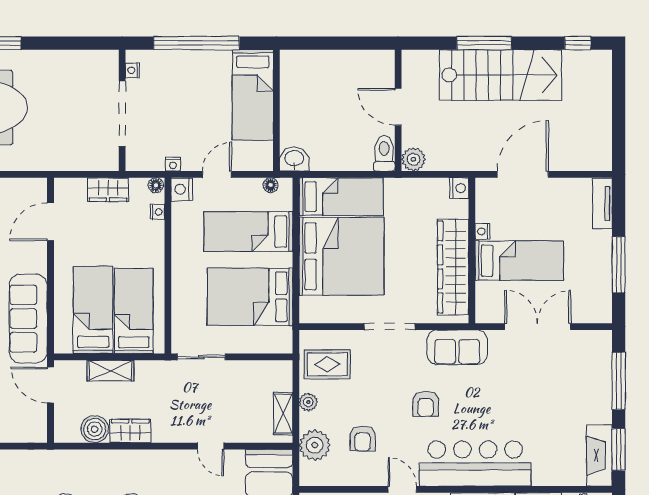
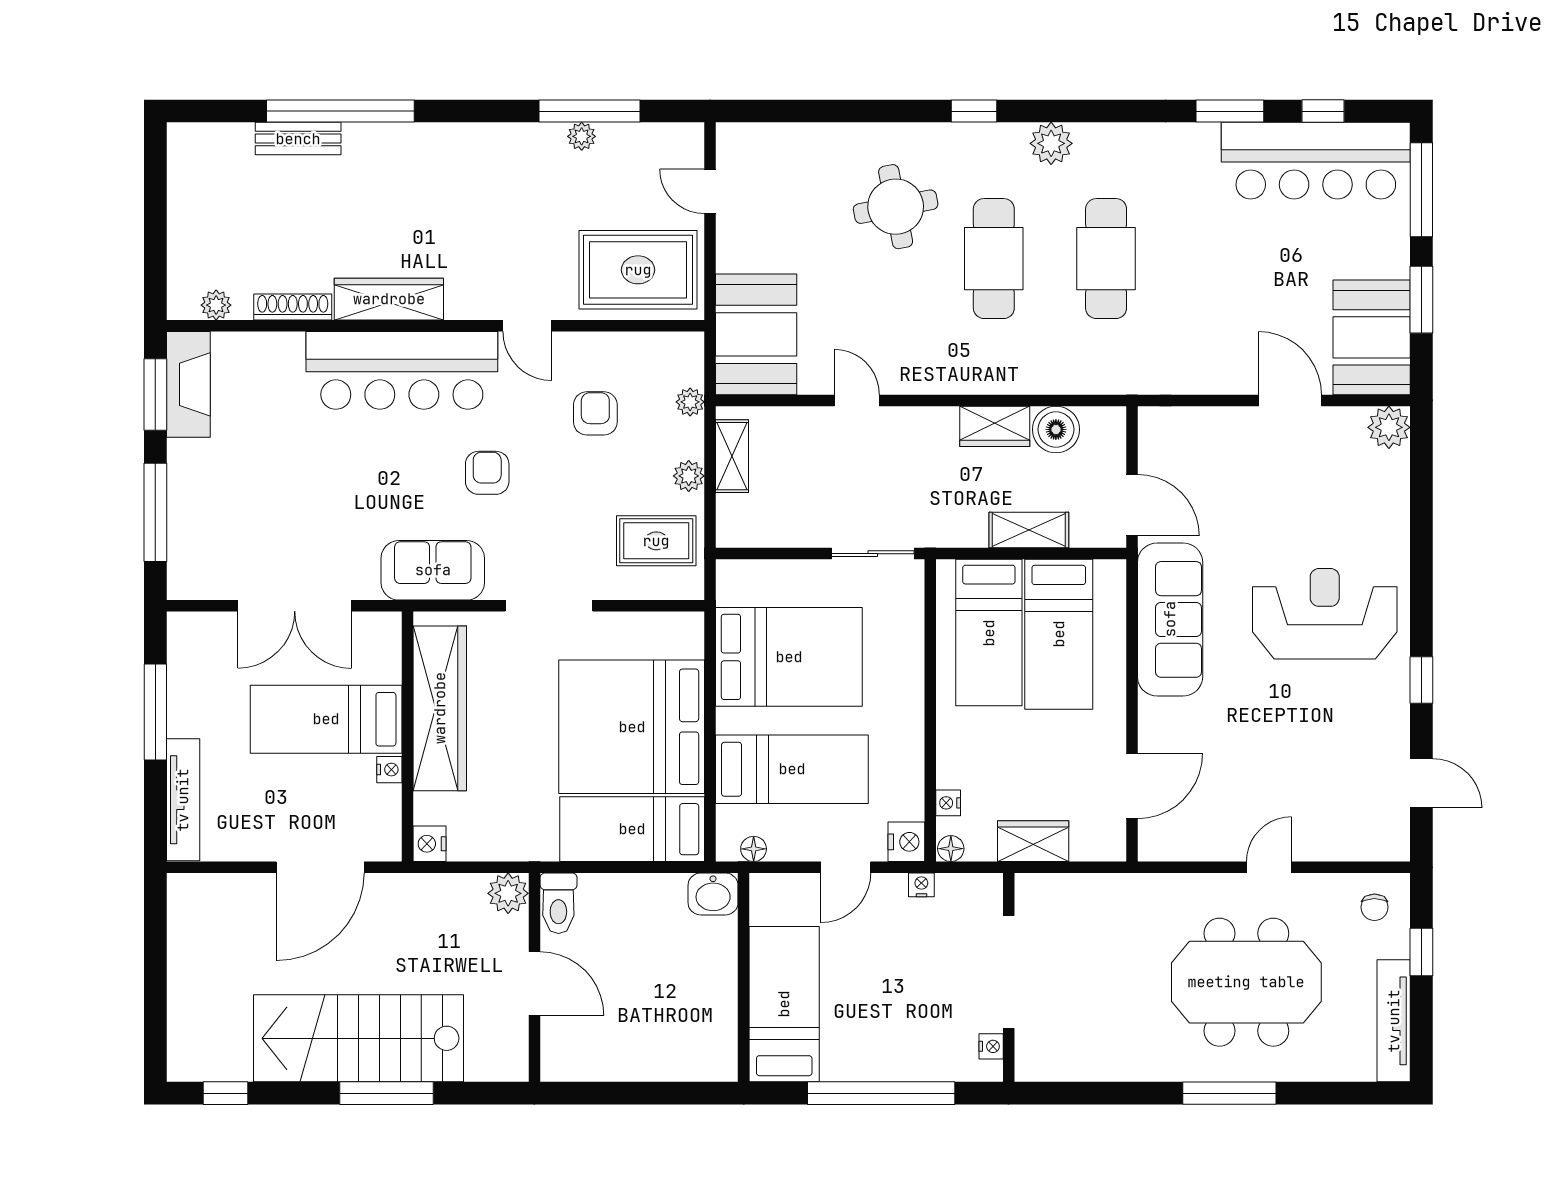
tv unit: (602, 203) -> (183, 800), width x1.41
plant: (315, 445) -> (690, 402), width x0.53, depth x0.53

